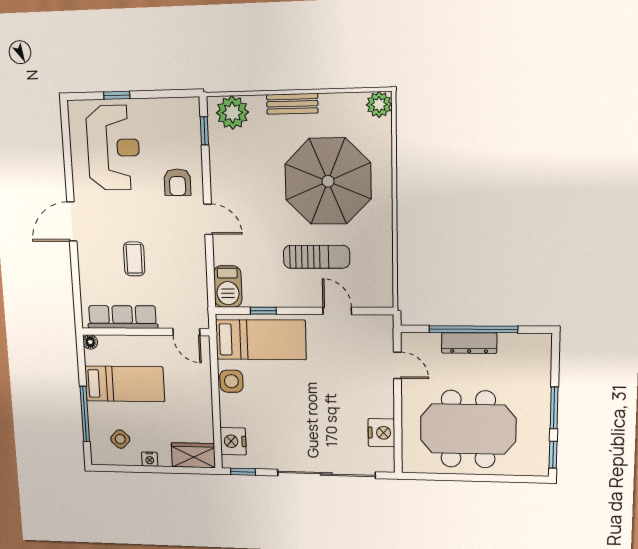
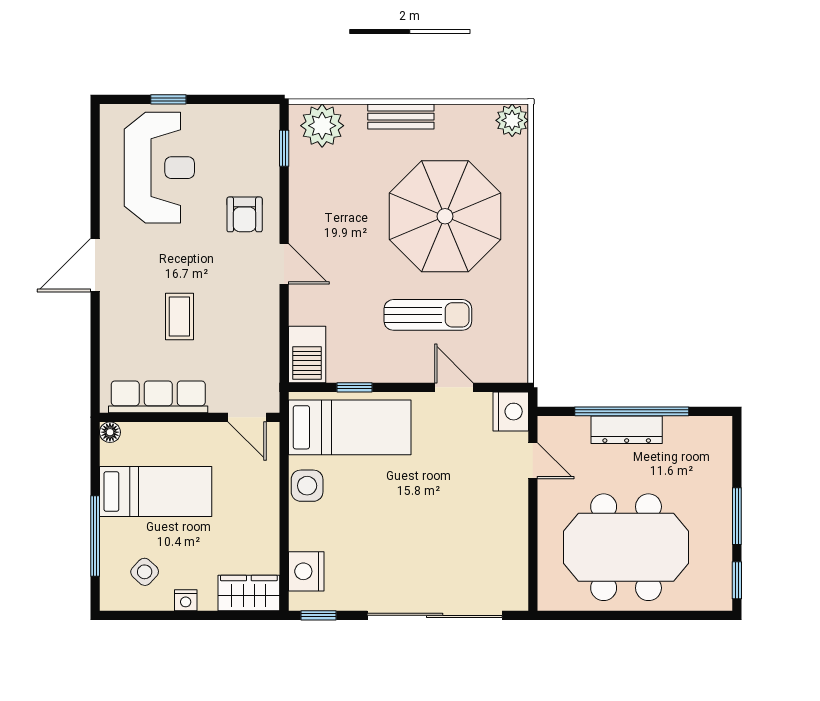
nightstand: (381, 433) -> (511, 412), moved

